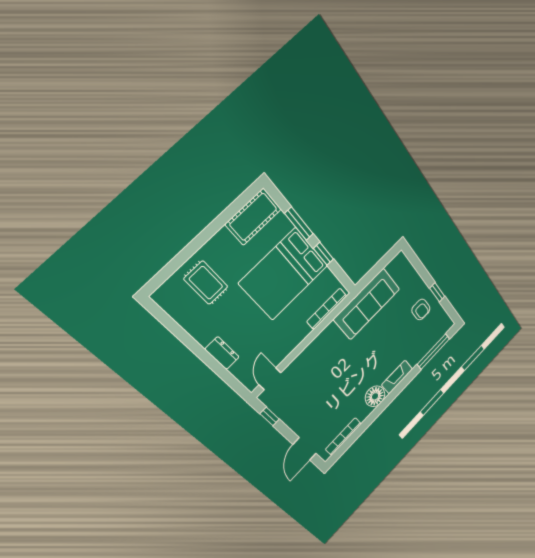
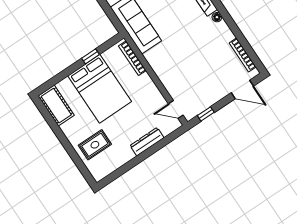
window: (299, 224) -> (66, 73), removed
dresser: (222, 353) -> (147, 142), width x1.44
floor lamp: (375, 396) -> (217, 17), width x0.53, depth x0.53

